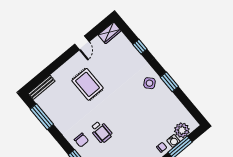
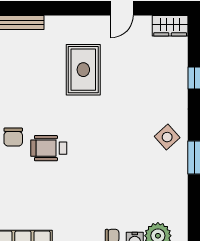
wheelchair: (101, 132) -> (49, 148), turned 90

